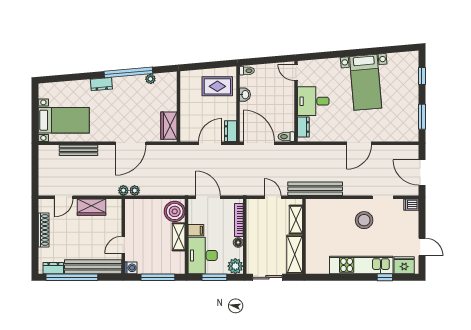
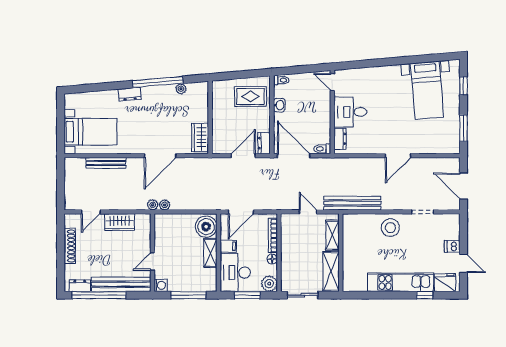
bed with nightstands: (366, 82) -> (427, 90), moved
door: (208, 197) -> (241, 212), swing flipped
dishwasher: (411, 205) -> (452, 246), moved
stool: (364, 220) -> (390, 228), moved

